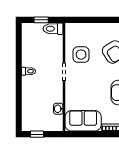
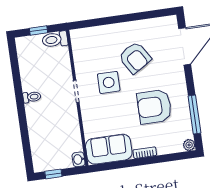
side table: (81, 55) -> (109, 82), moved
washbasin: (58, 109) -> (79, 159), moved

